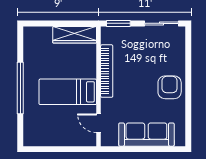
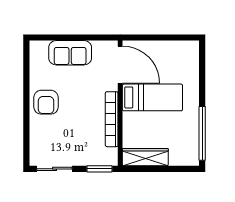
window: (20, 88) -> (202, 133), moved
door: (99, 123) -> (120, 65), width x1.87
sofa: (146, 135) -> (70, 53), width x0.73

